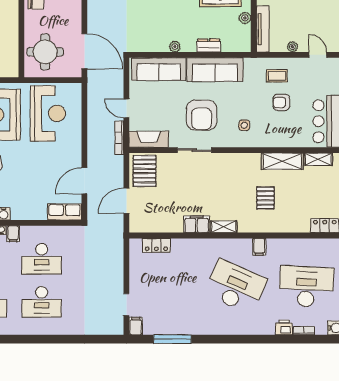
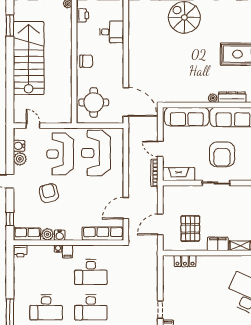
dresser: (209, 46) -> (232, 97), width x1.44
plant: (175, 47) -> (213, 98), moved
reception desk: (48, 113) -> (96, 153), turned 180
pallet: (145, 171) -> (190, 229), moved
row of seats: (64, 212) -> (103, 234), width x1.48

